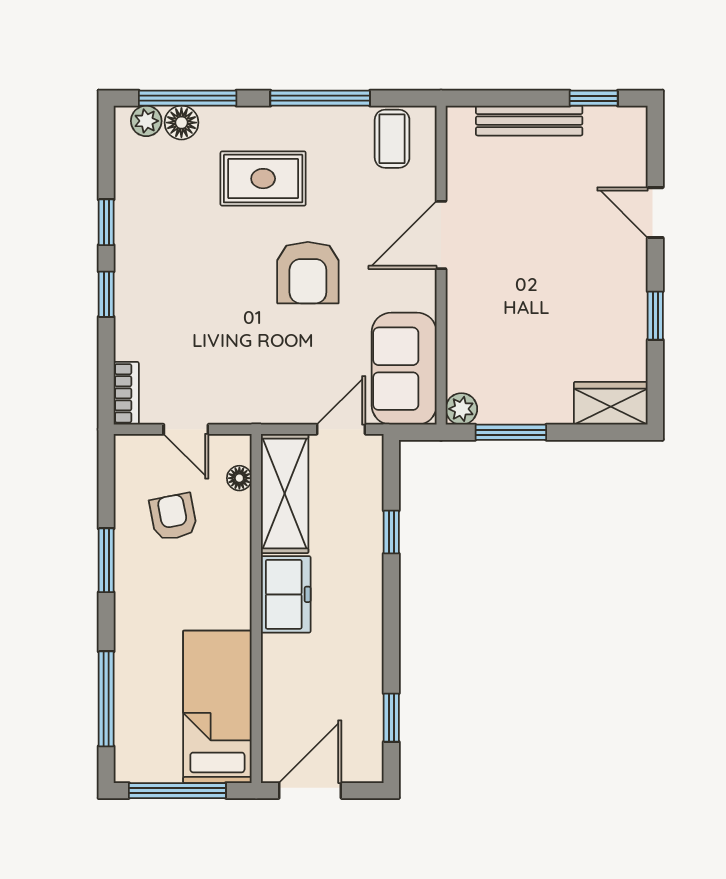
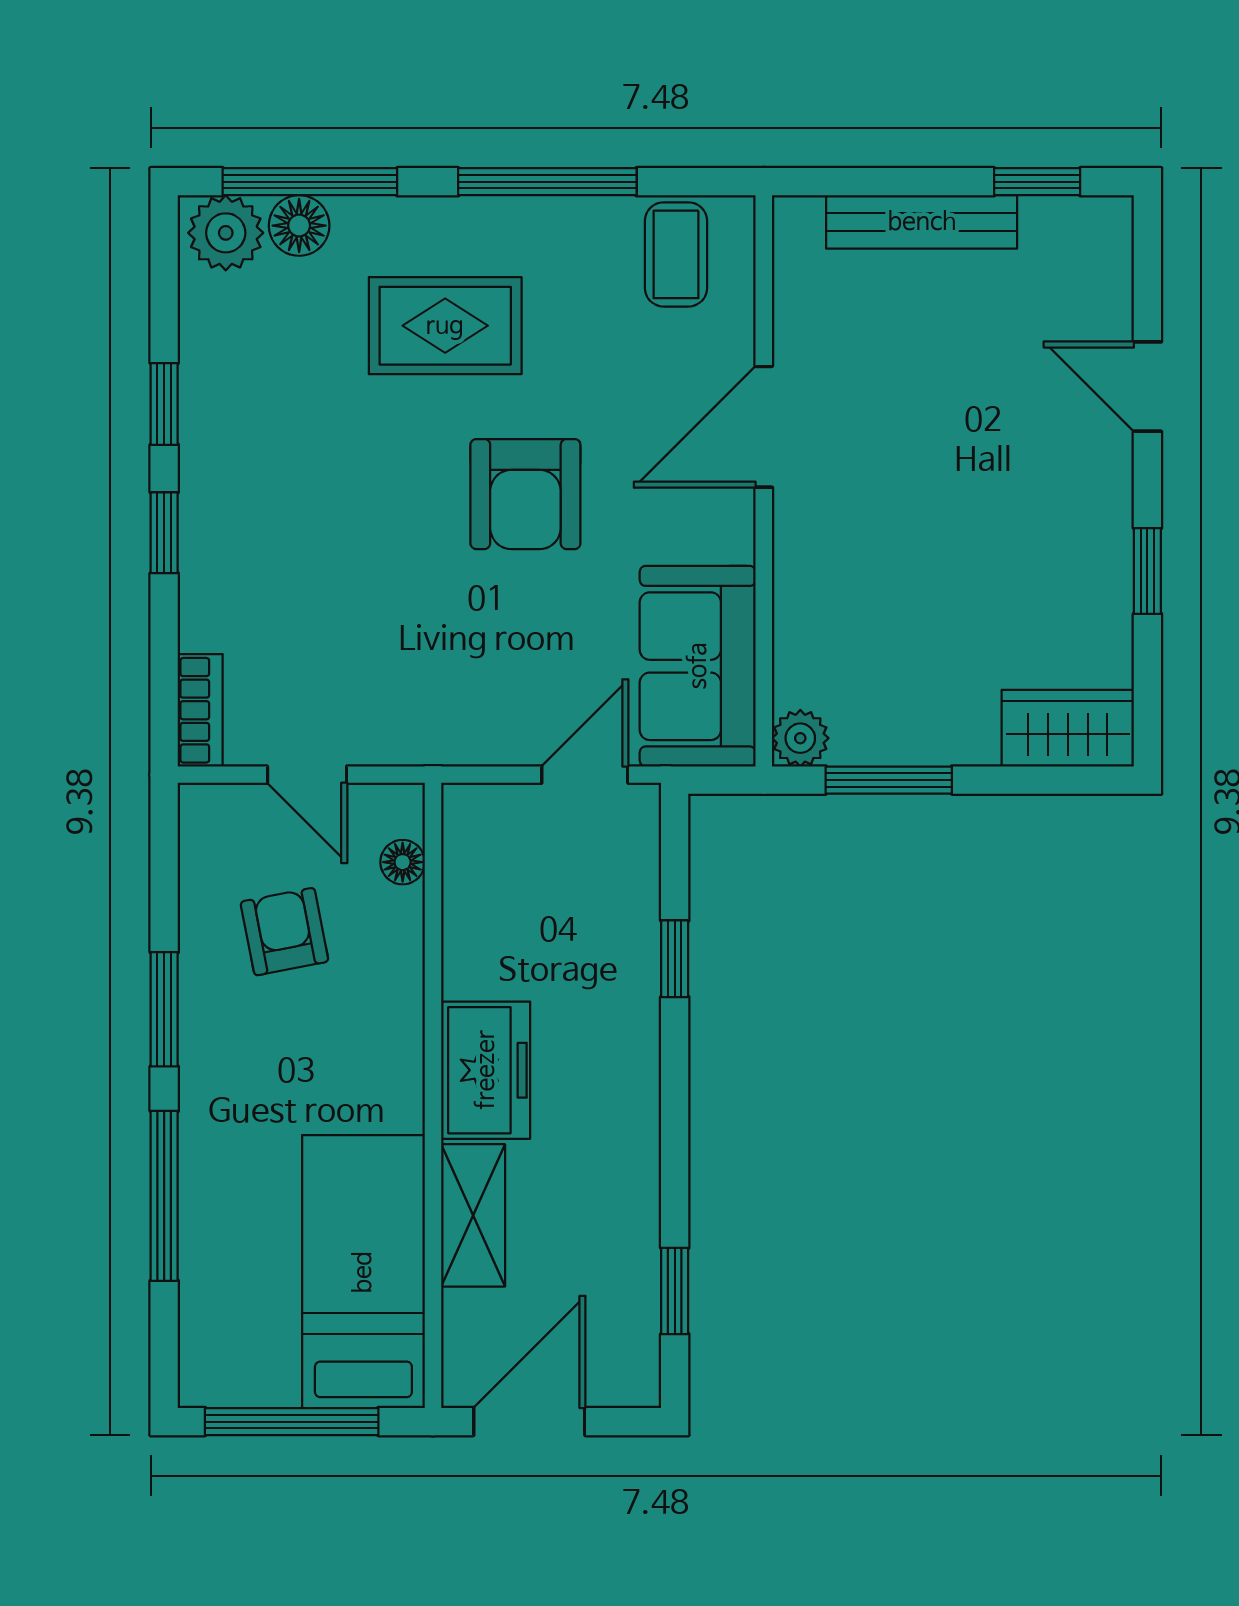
plant: (146, 121) -> (226, 233), width x1.38, depth x1.38
shelving: (285, 493) -> (473, 1215), moved, width x0.67, depth x0.75
window: (106, 699) -> (164, 1196), moved

